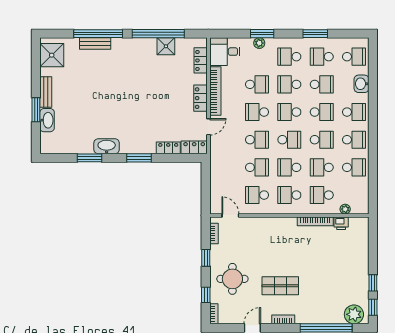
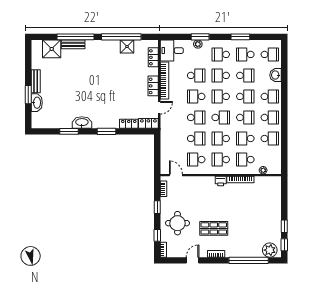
shower: (52, 55) -> (52, 49), moved
printer: (341, 223) -> (221, 181), moved

